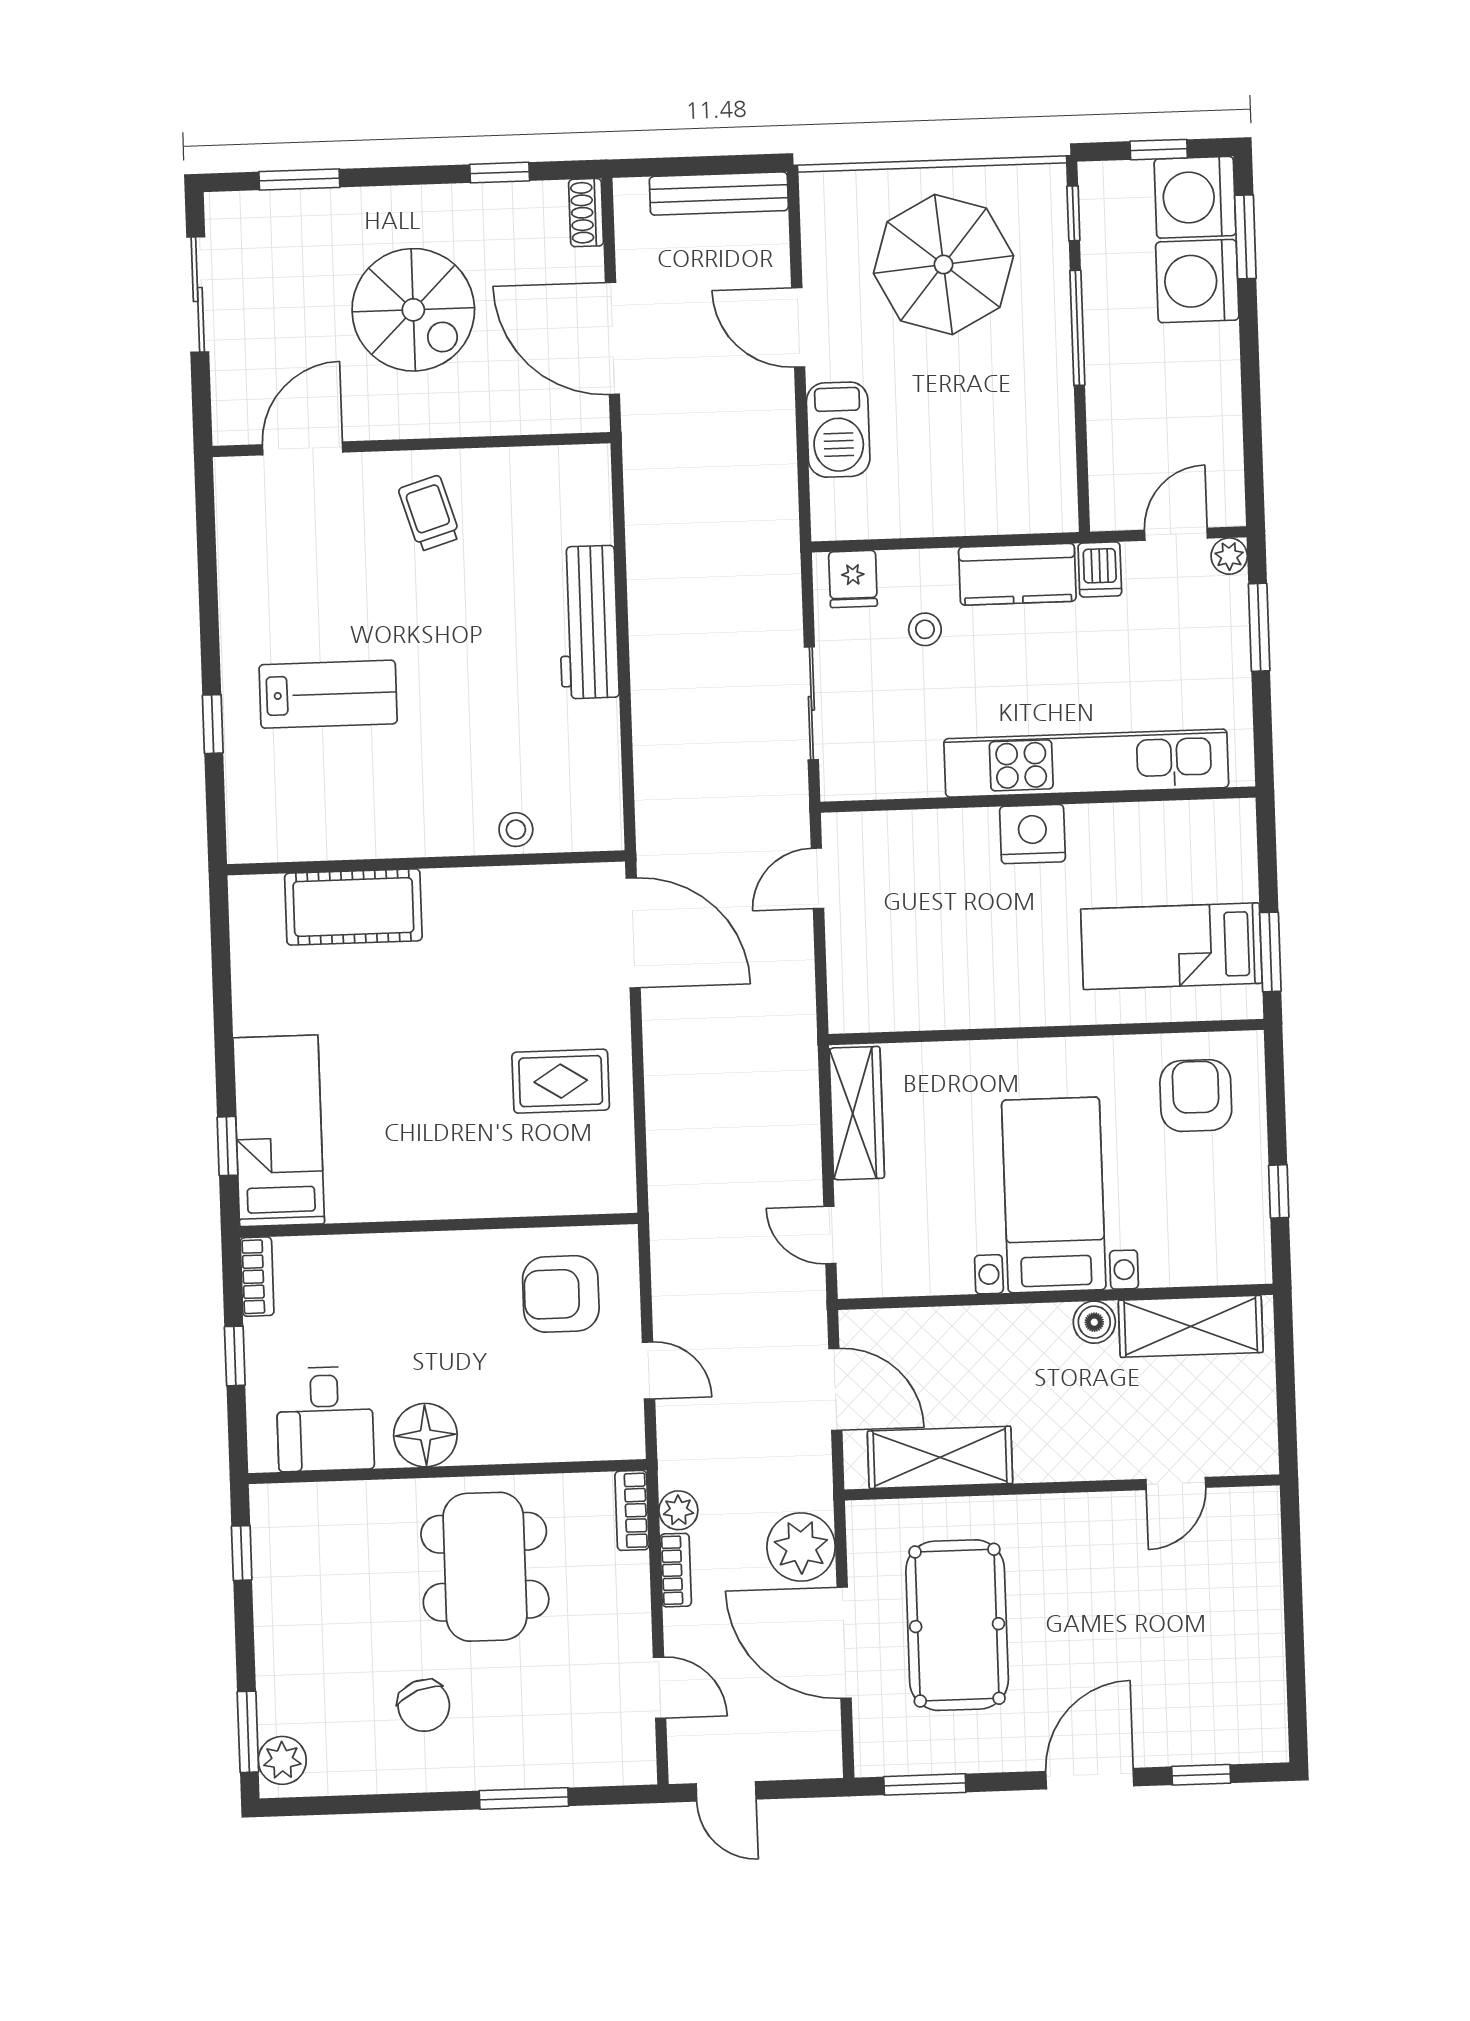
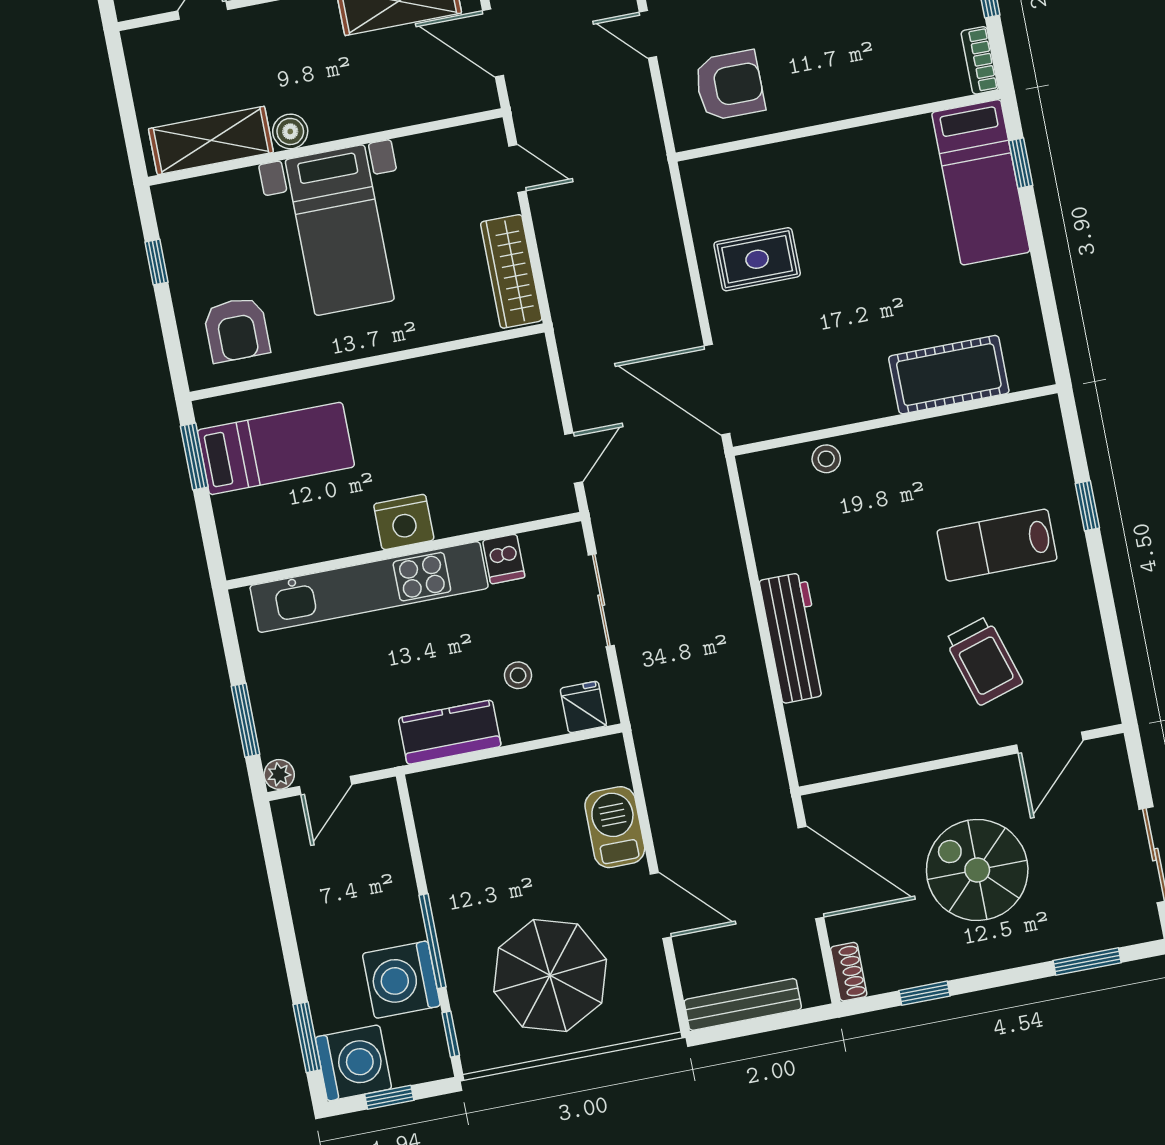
washing machine: (1197, 281) -> (401, 980), moved, turned 180
trolley: (429, 513) -> (984, 661), moved, width x1.36, depth x1.39
dishwasher: (1100, 570) -> (504, 559), moved, turned 180

